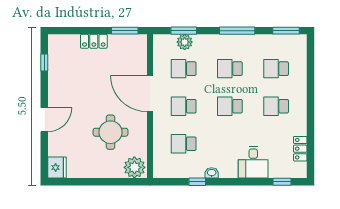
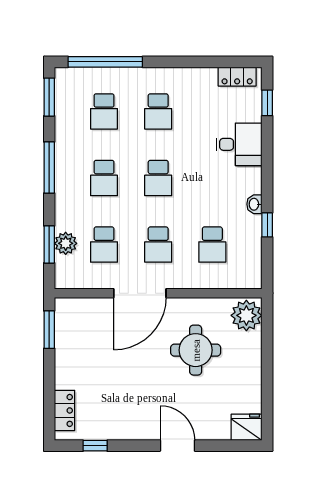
locker: (94, 41) -> (65, 410), moved
window: (310, 69) -> (105, 62), added
locker: (300, 149) -> (237, 77), moved

